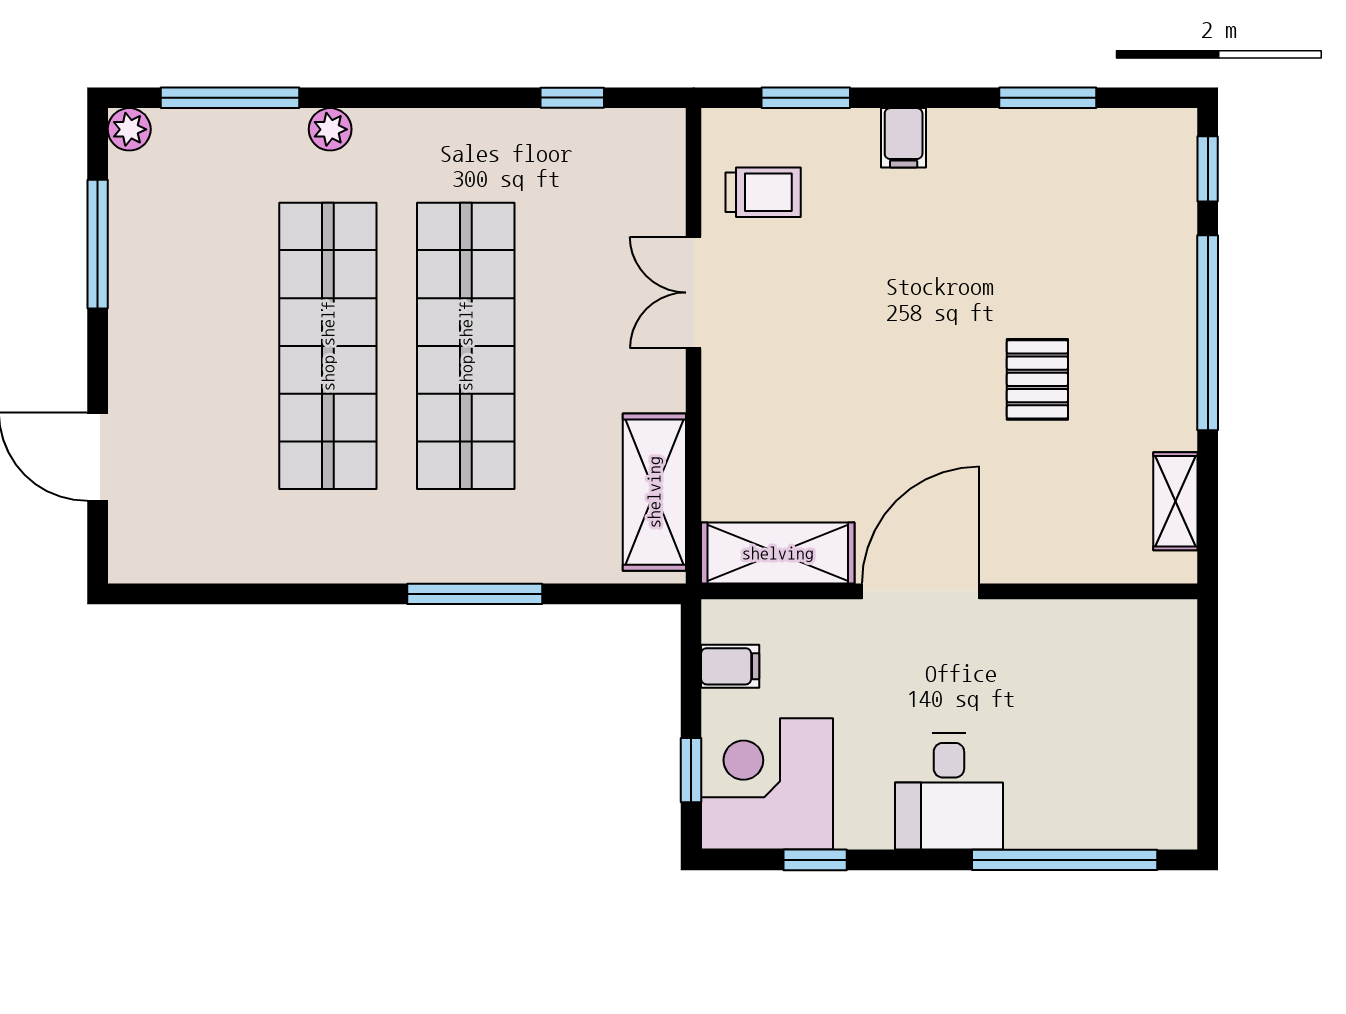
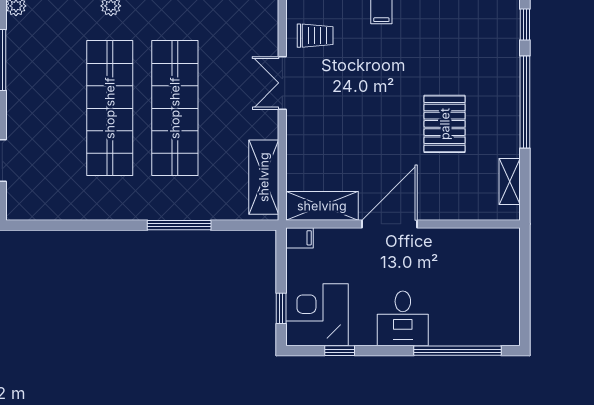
pallet: (1037, 379) -> (445, 124), width x1.50, depth x1.42
filing cabinet: (730, 666) -> (300, 238), moved

